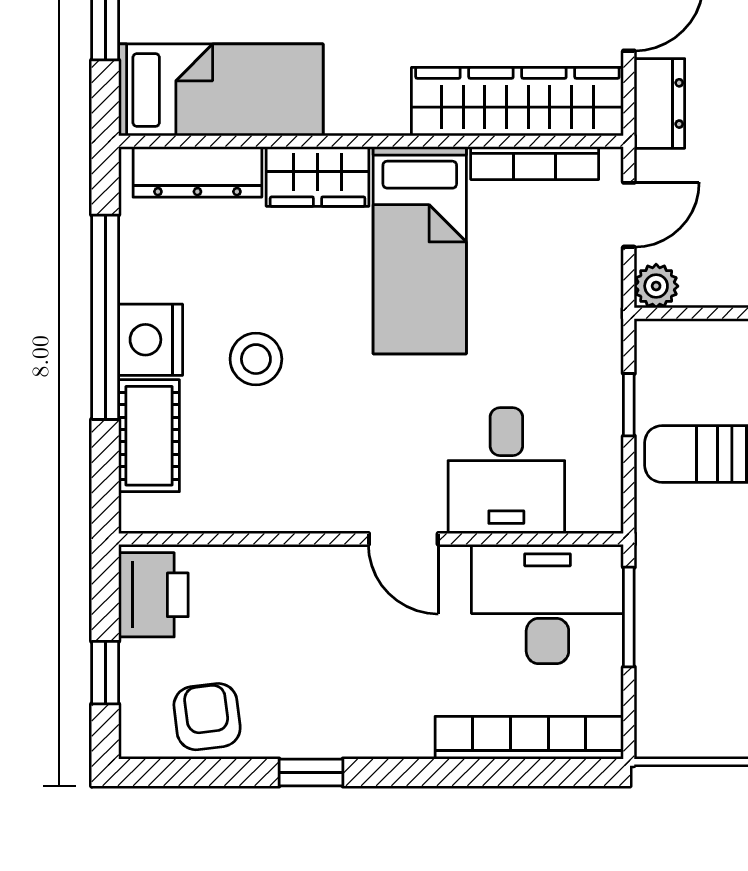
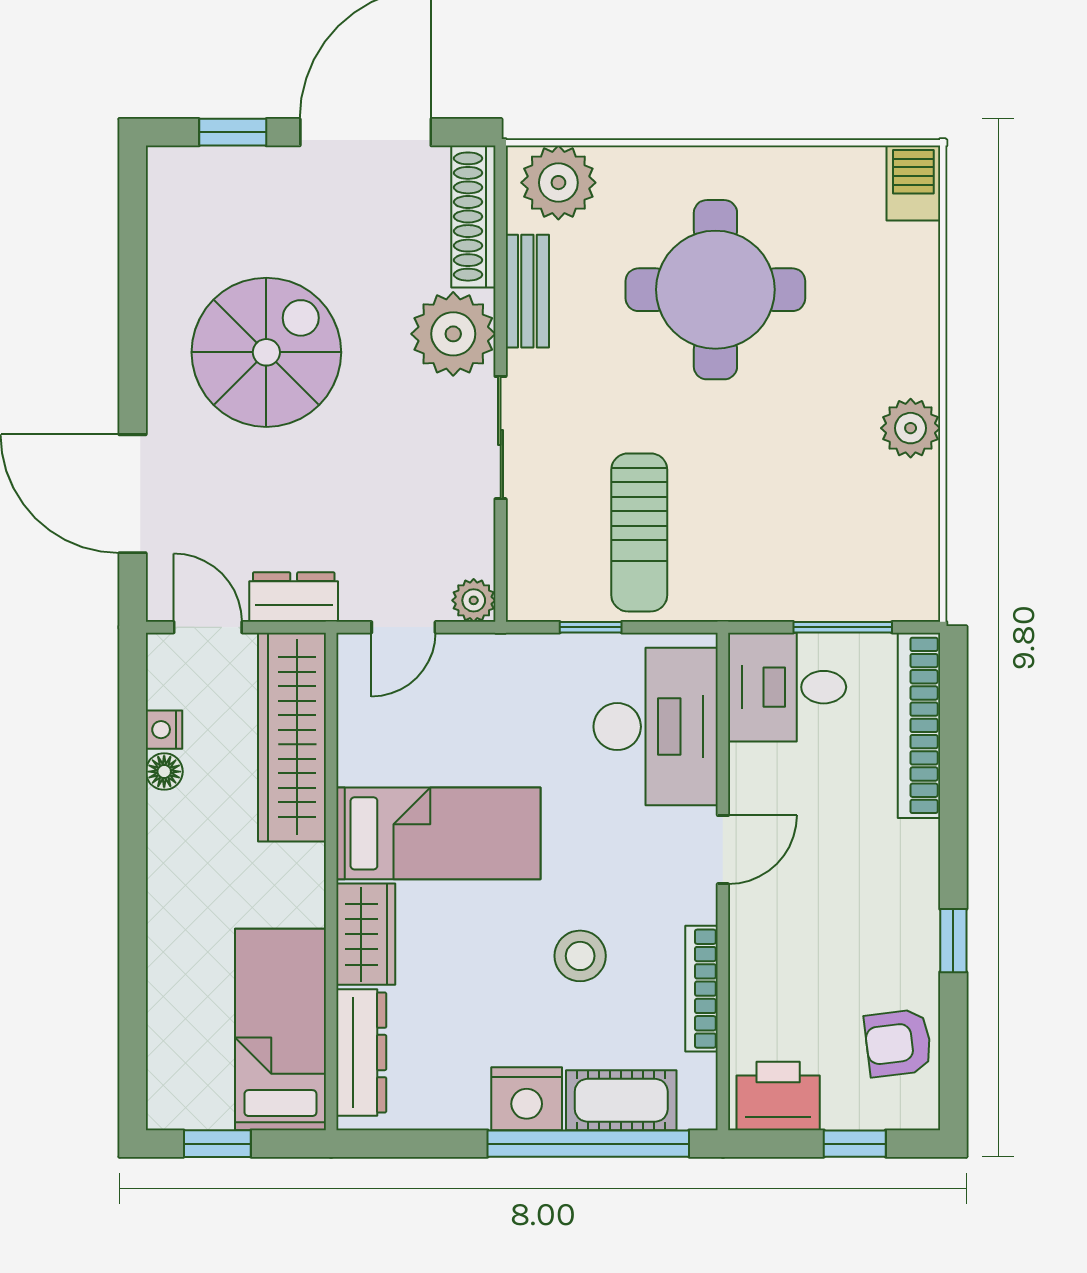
bookcase: (535, 163) -> (702, 989), moved, turned 180
door: (629, 215) -> (403, 627), swing flipped
window: (105, 317) -> (588, 1144), moved
stool: (256, 359) -> (580, 956), moved
desk: (506, 471) -> (656, 727), width x1.37
desk: (547, 604) -> (787, 687), width x0.73
window: (629, 617) -> (843, 627), moved

